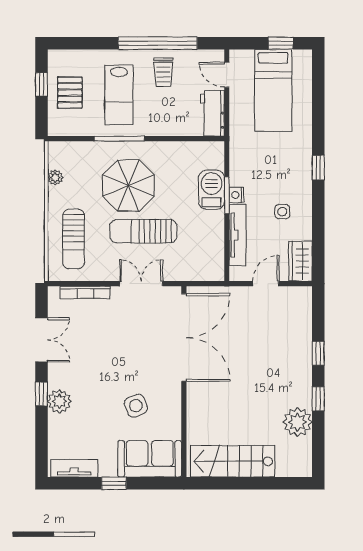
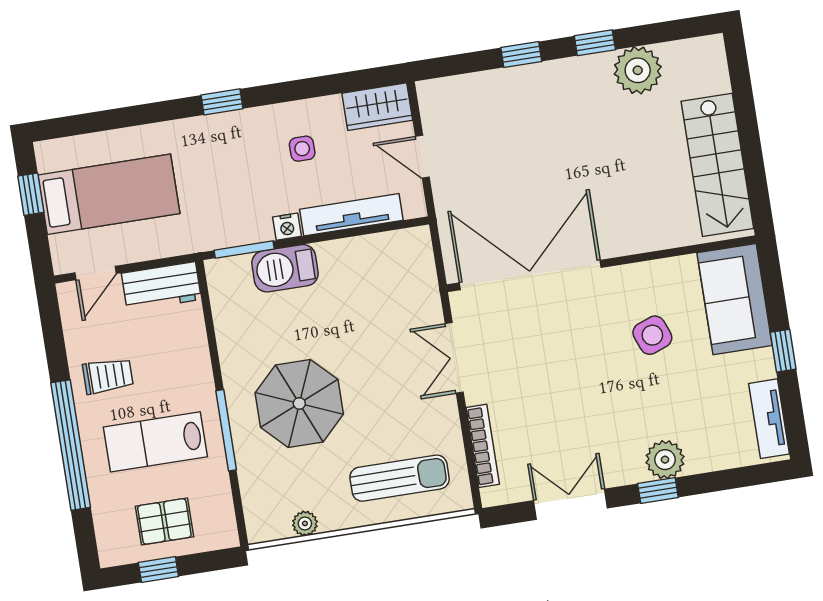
window: (158, 43) -> (71, 445), moved
lab bench: (119, 95) -> (155, 442), turned 180
window: (227, 195) -> (244, 250), moved
sun lounger: (143, 231) -> (369, 368), removed

